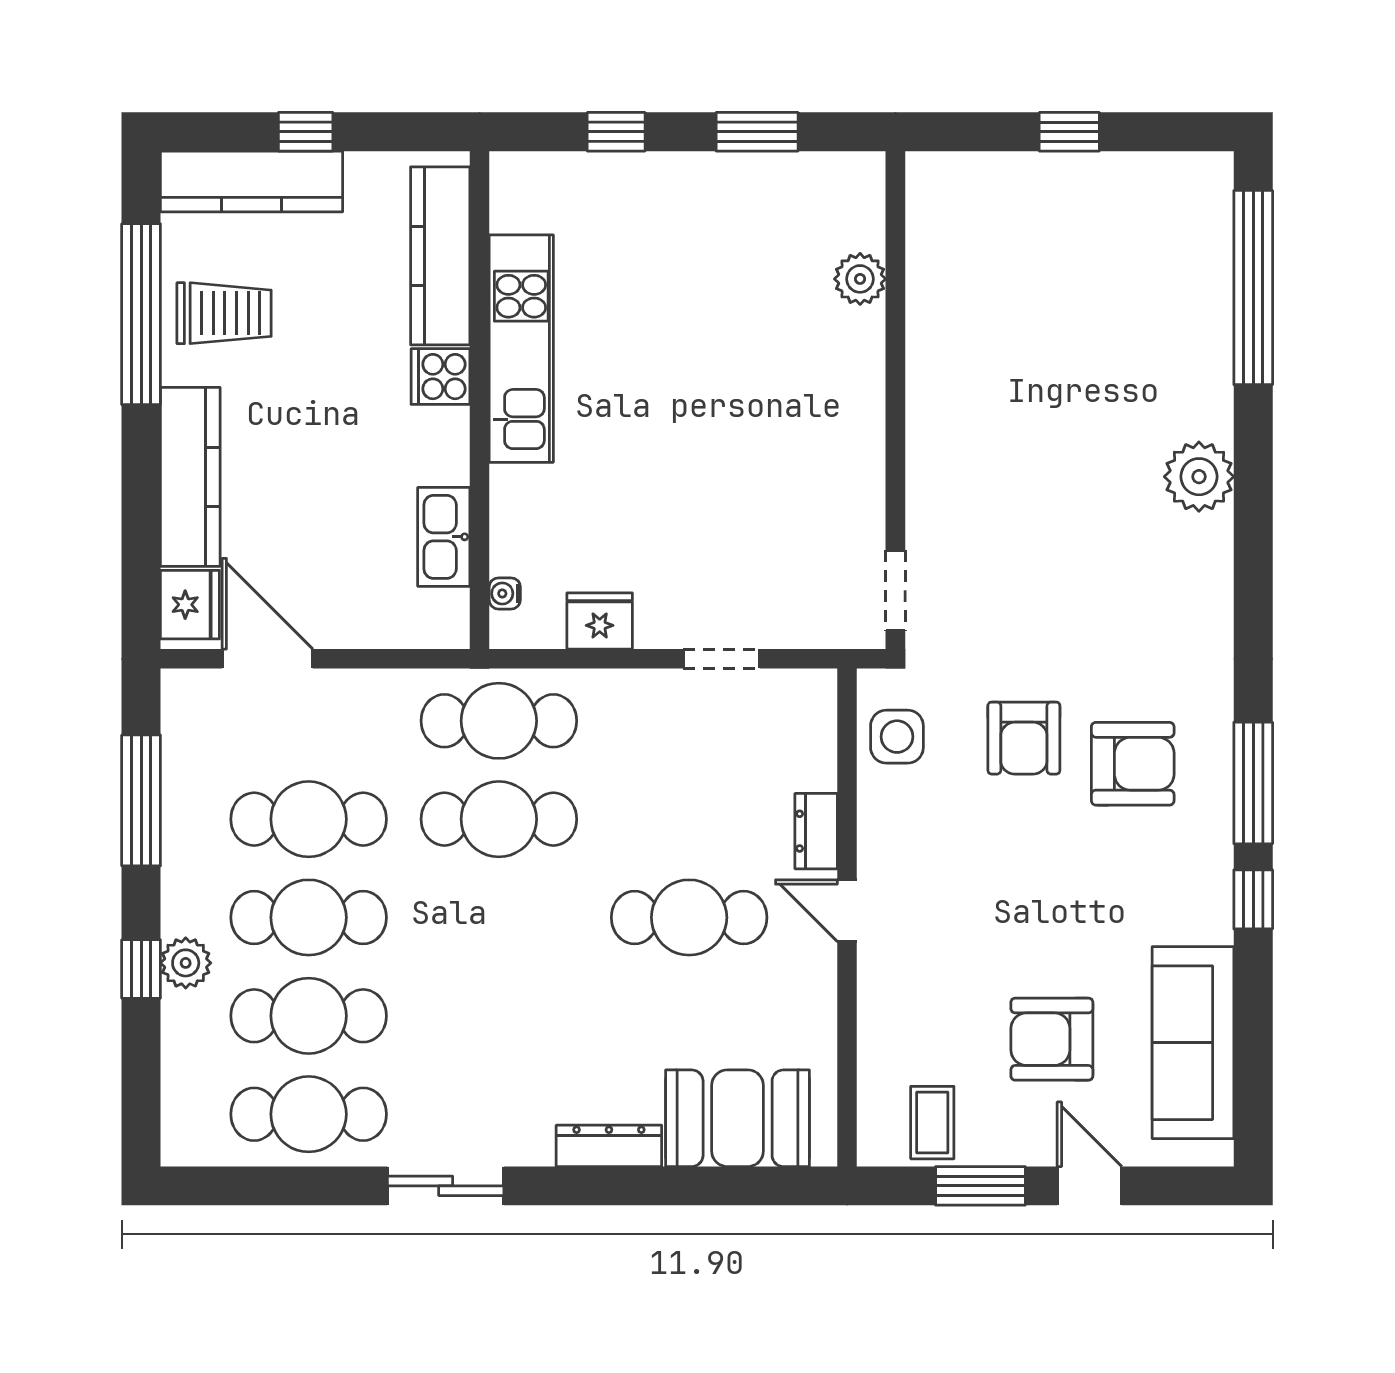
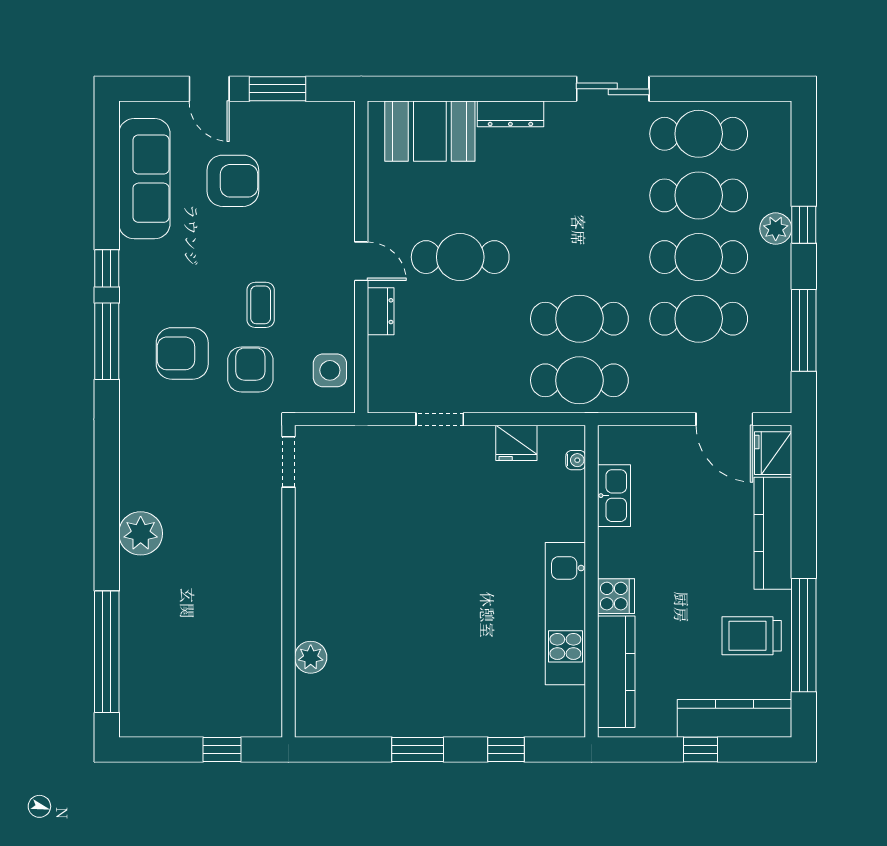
plant: (860, 279) -> (311, 657), moved
wall: (895, 400) -> (288, 581), moved
doorway: (895, 591) -> (288, 462), moved
coffee table: (932, 1123) -> (261, 305), moved

